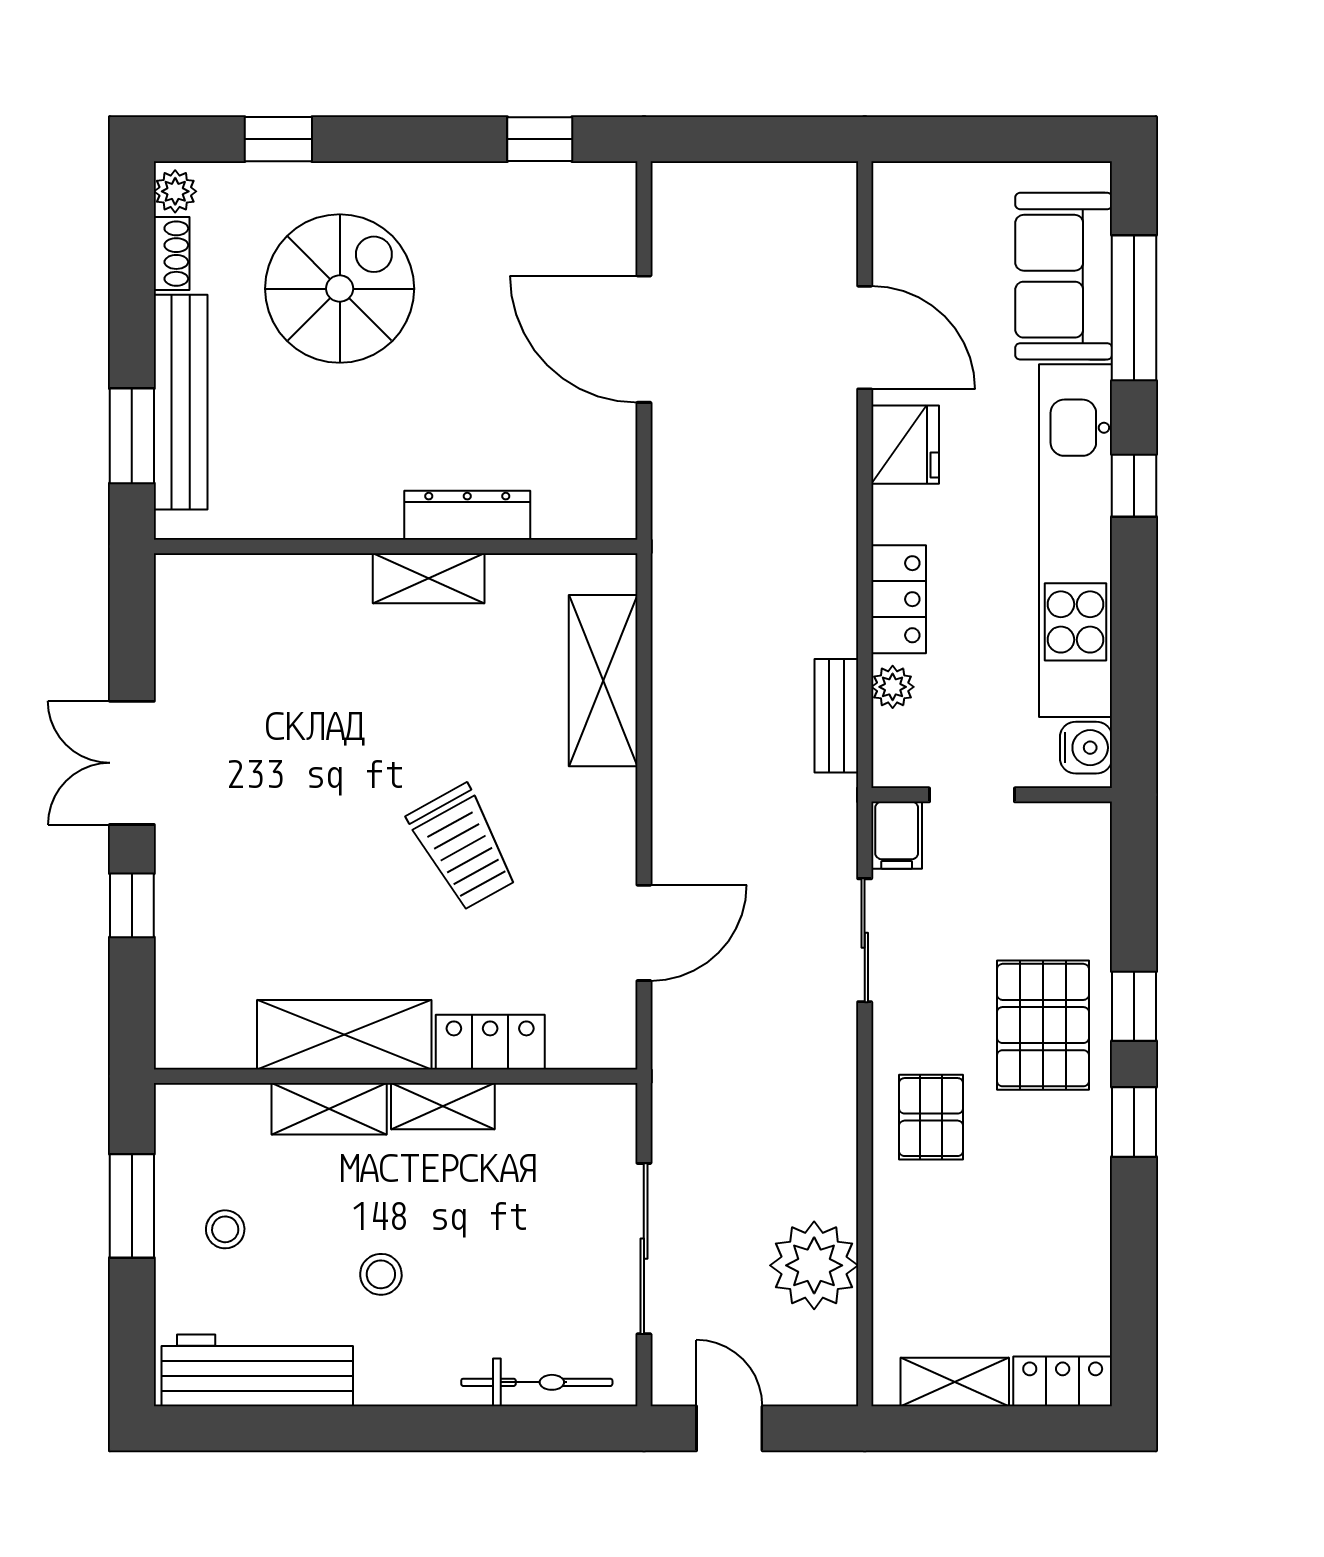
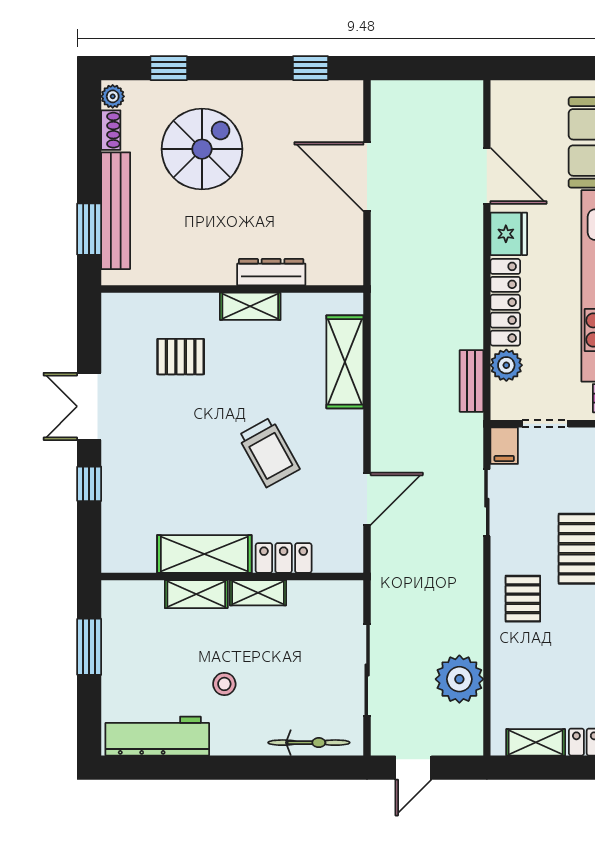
locker: (899, 599) -> (505, 302), width x1.53
pallet: (300, 671) -> (181, 357), added
plant: (893, 687) -> (506, 365), width x1.38, depth x1.38
stool: (225, 1229) -> (140, 660), removed
door: (729, 1428) -> (413, 768), swing flipped

